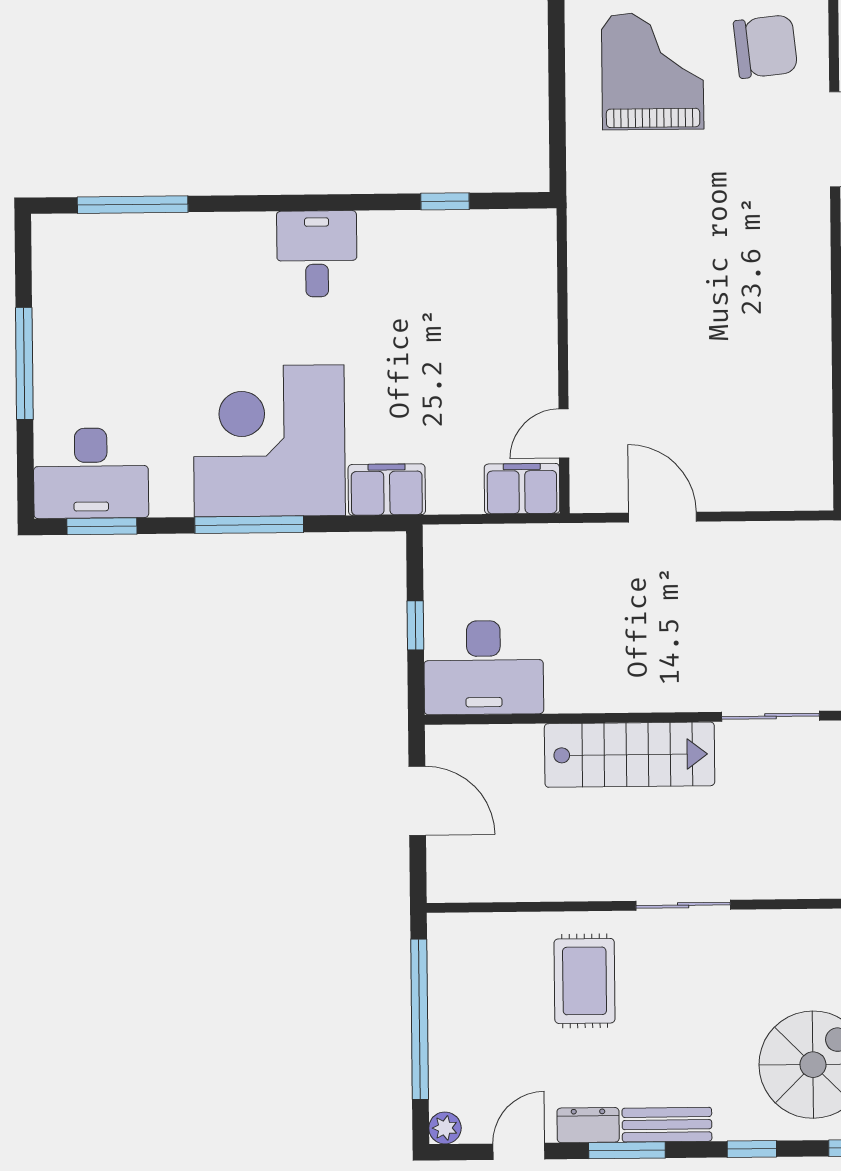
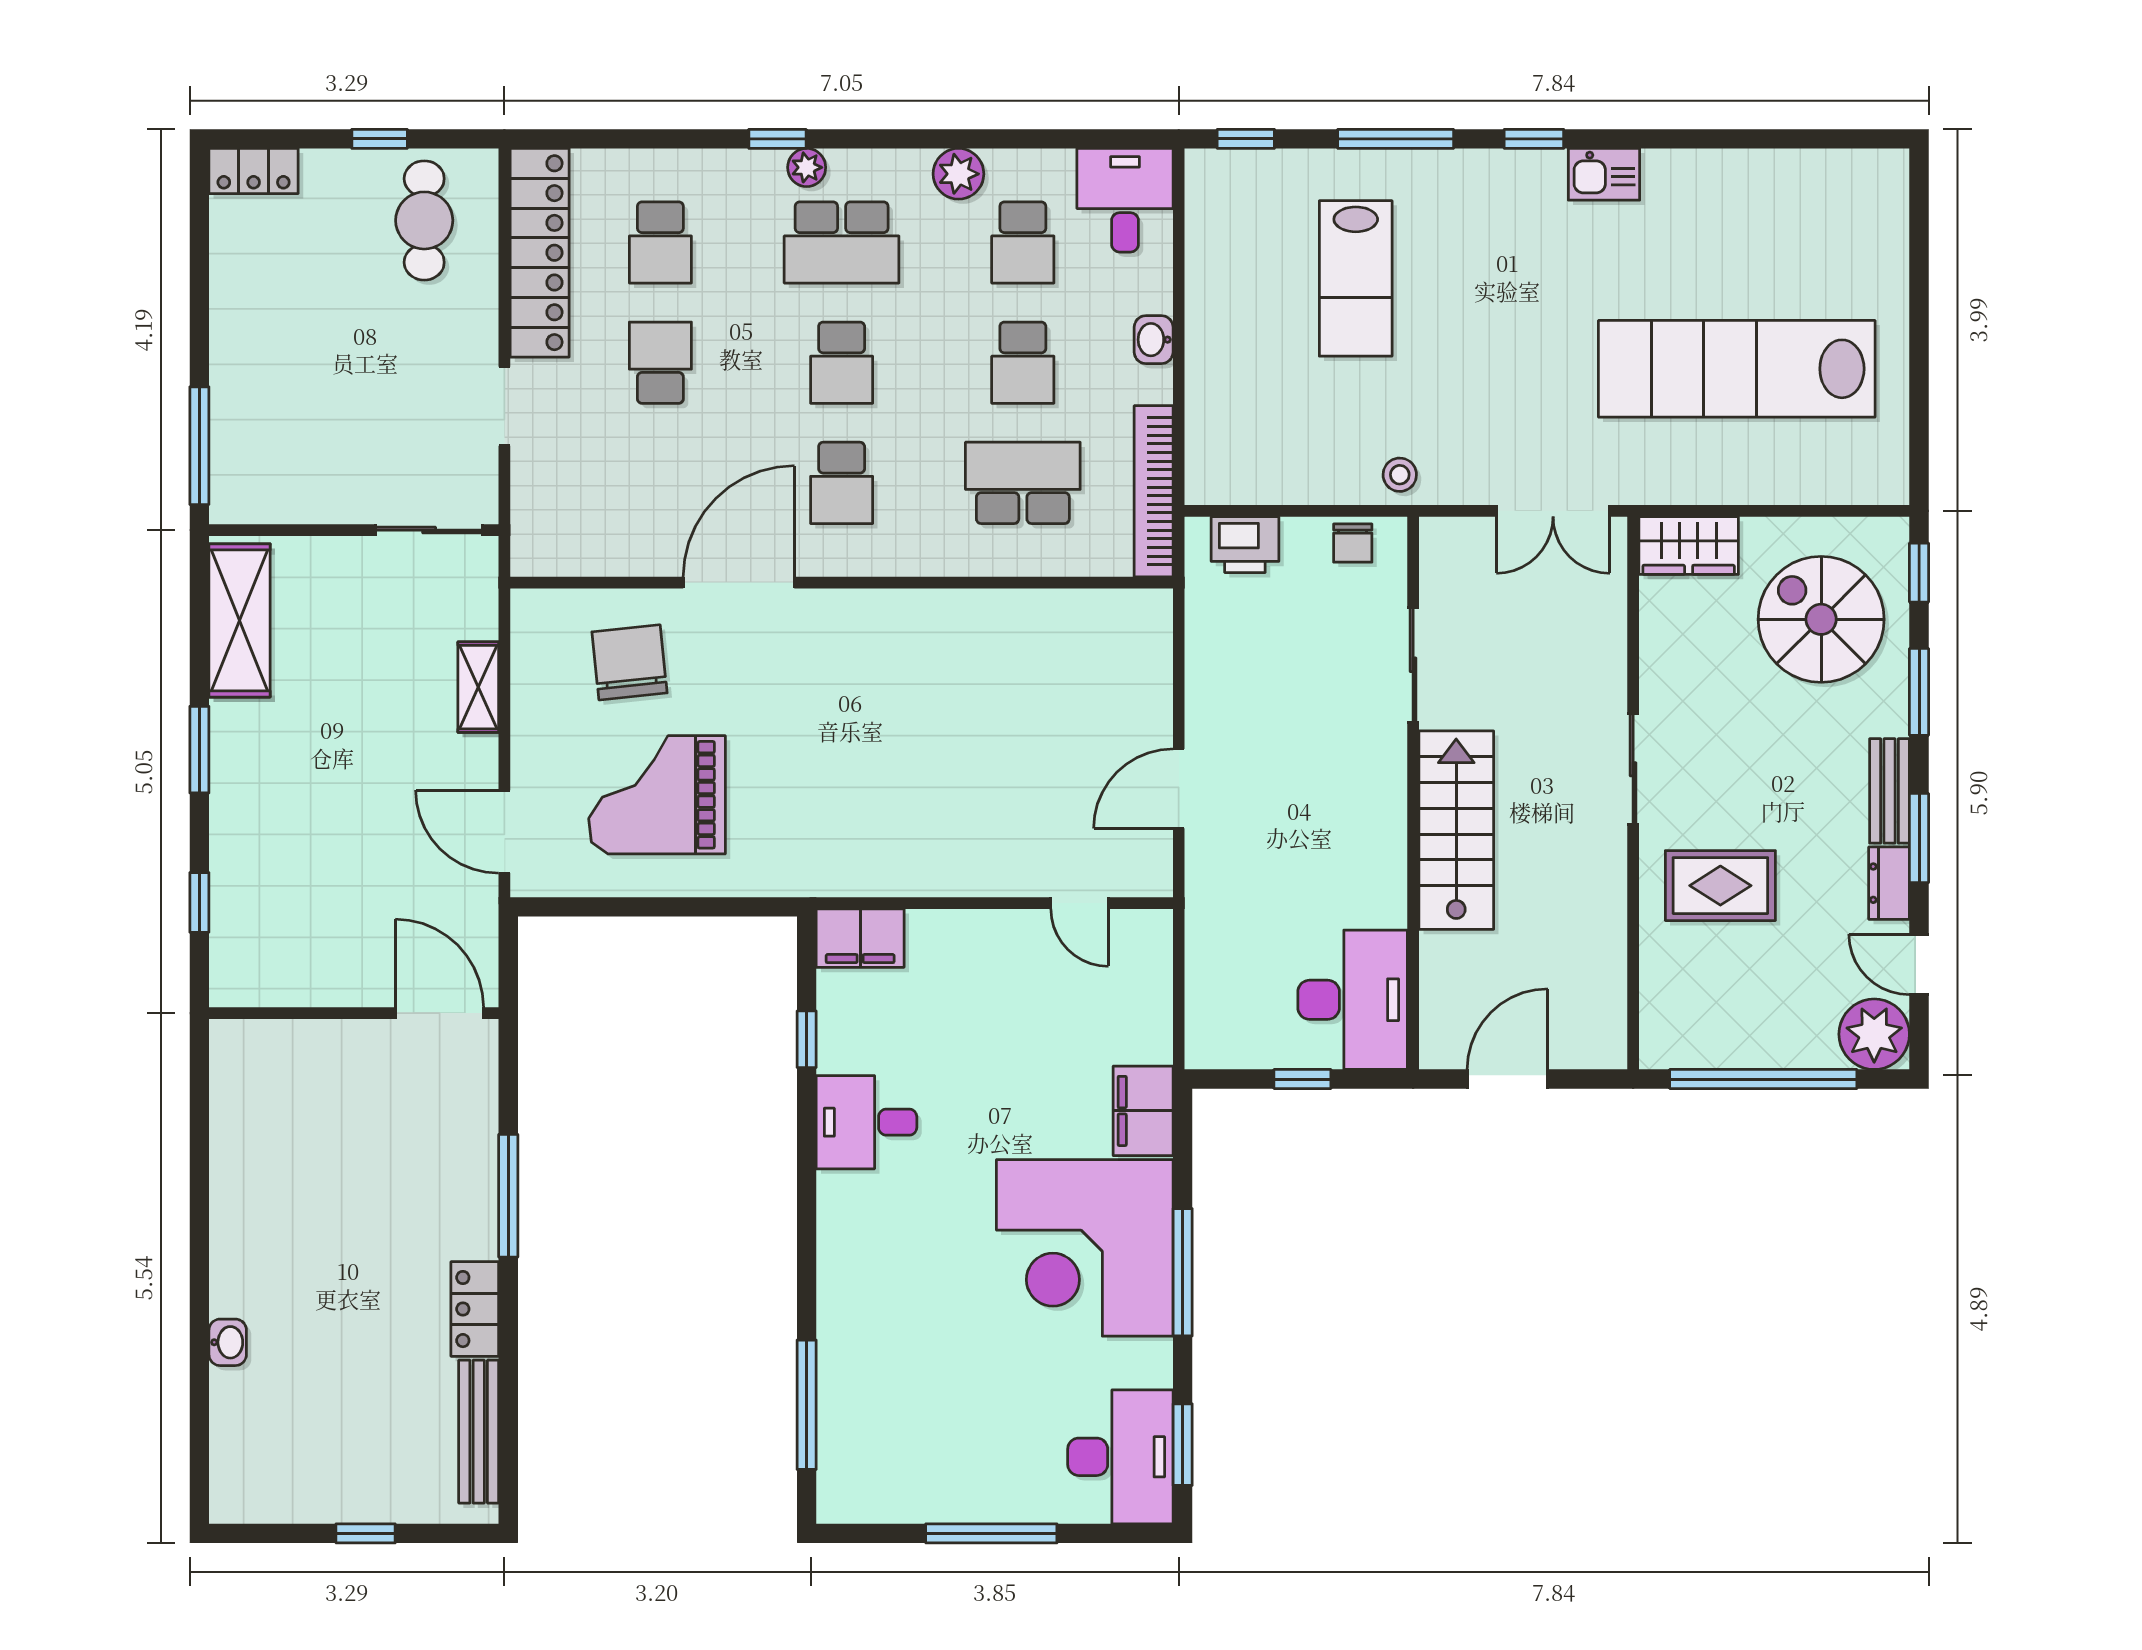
desk: (317, 254) -> (867, 1122), moved
filing cabinet: (522, 489) -> (860, 938), moved, turned -90
plant: (445, 1128) -> (1874, 1034), width x1.88, depth x1.88
window: (752, 1149) -> (1919, 692), width x1.50

